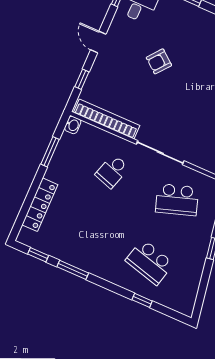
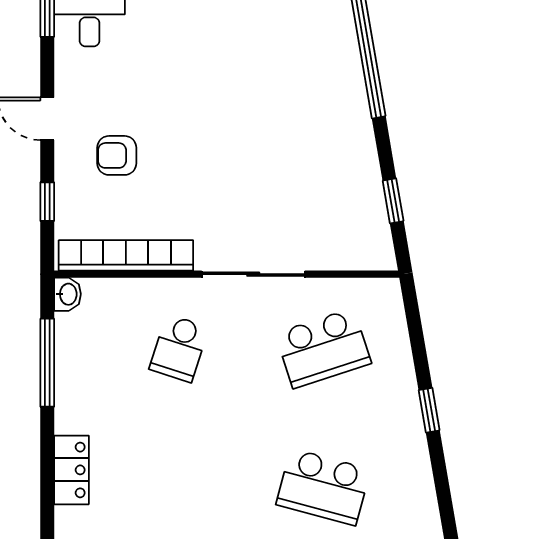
armchair: (159, 61) -> (117, 155), moved, turned 51
window: (50, 152) -> (47, 363), width x1.44
locker: (40, 205) -> (72, 470), width x0.66

